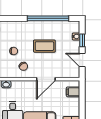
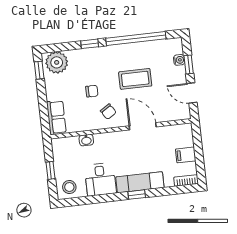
window: (16, 18) -> (90, 44), added
door: (46, 79) -> (143, 126), swing flipped
filing cabinet: (73, 92) -> (186, 155), moved

